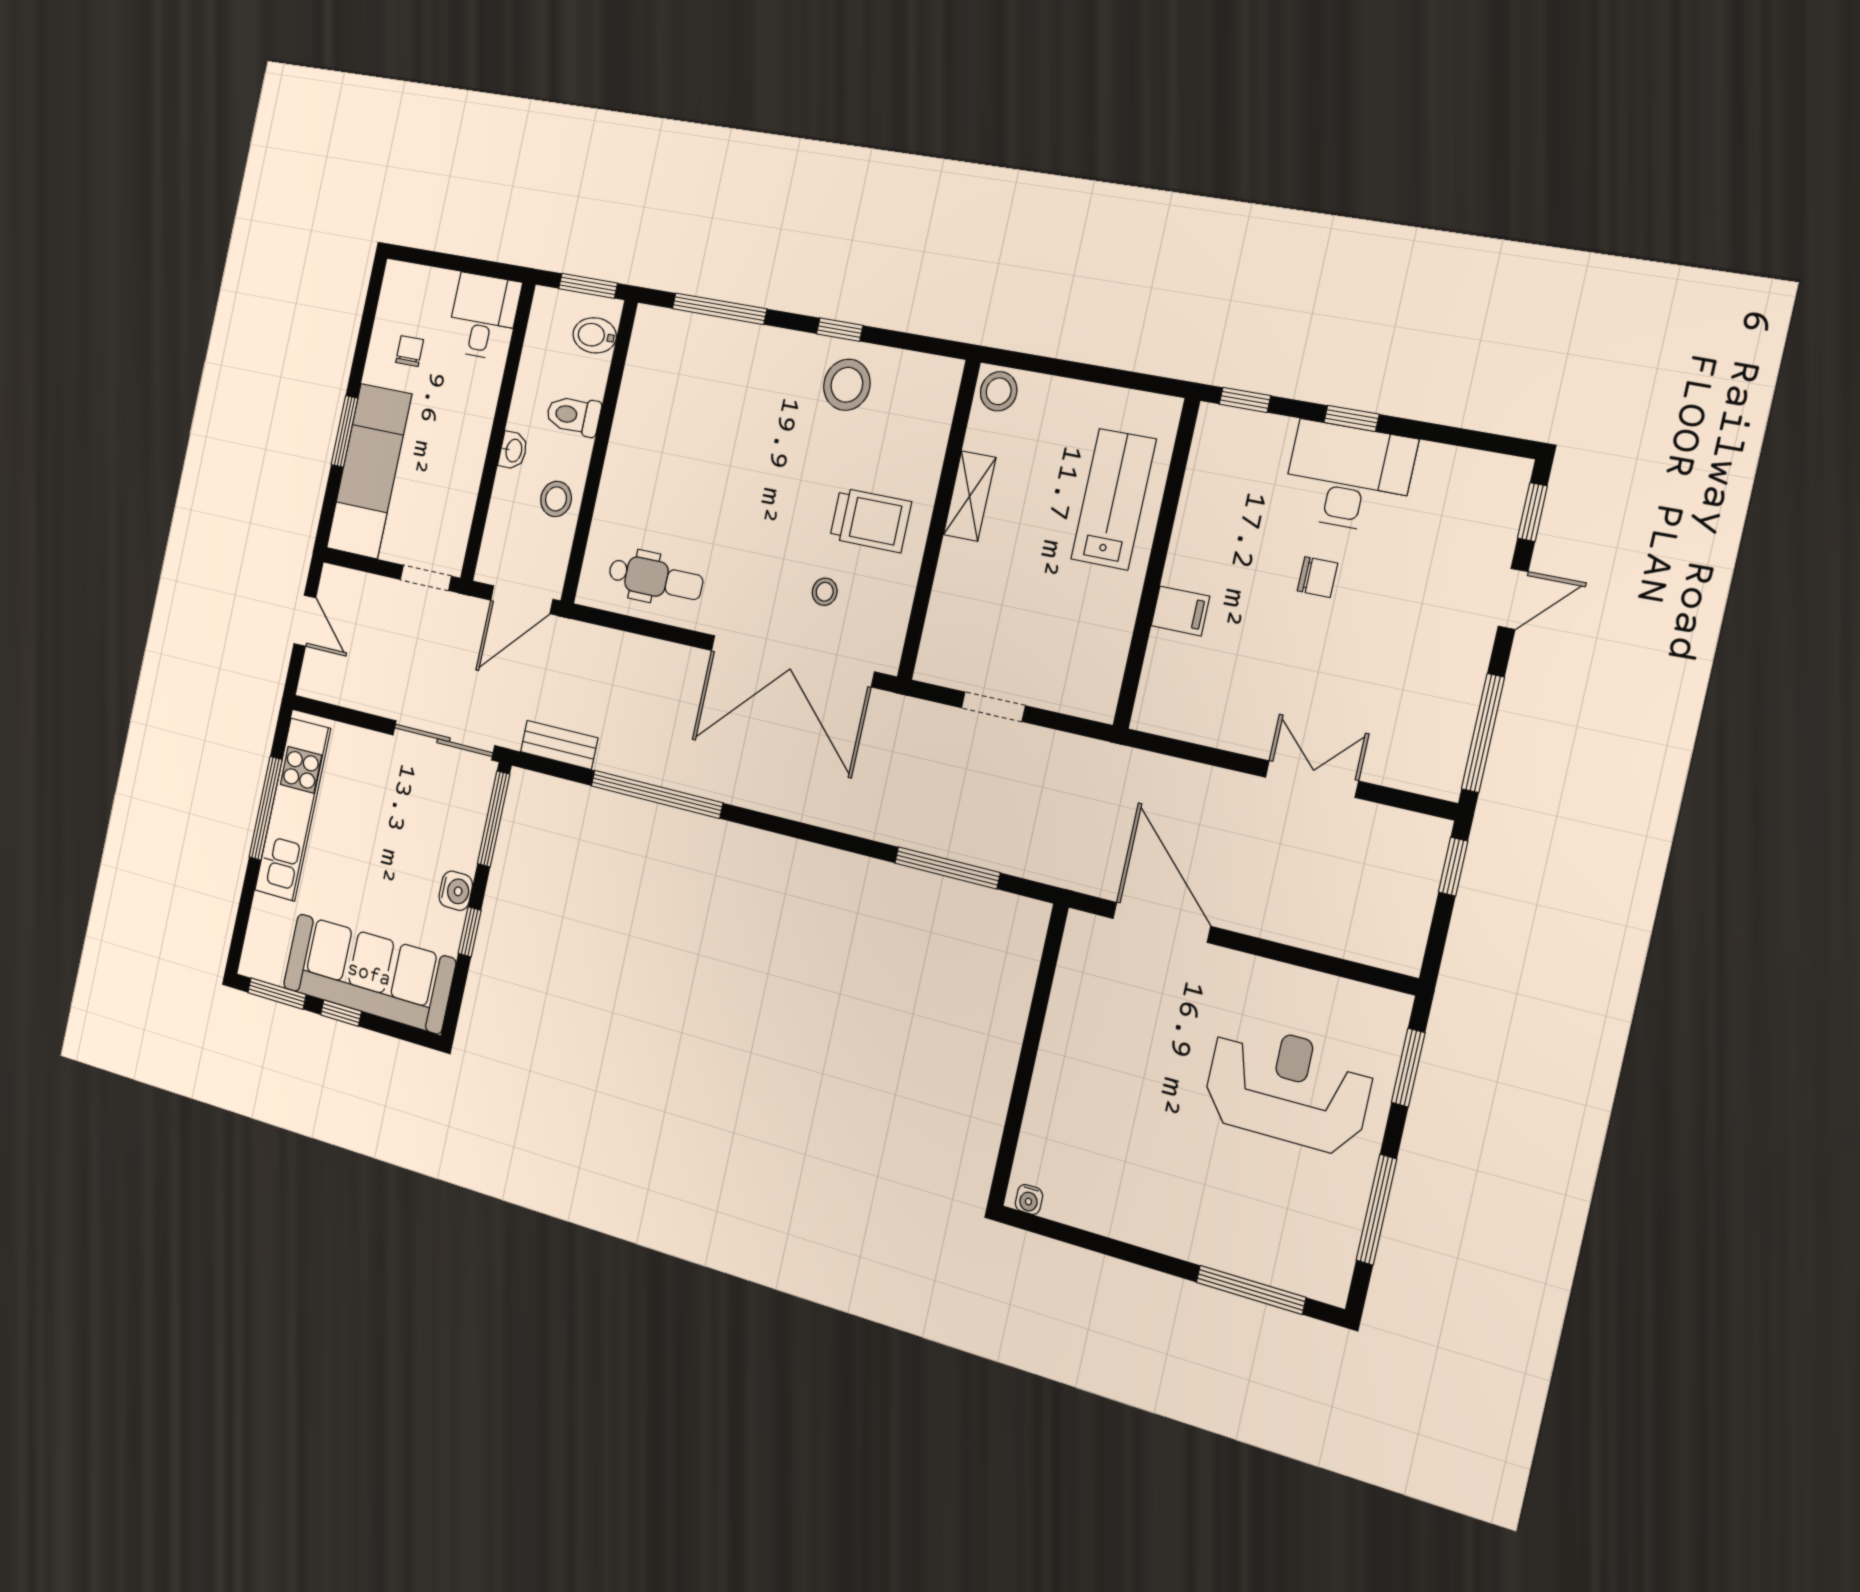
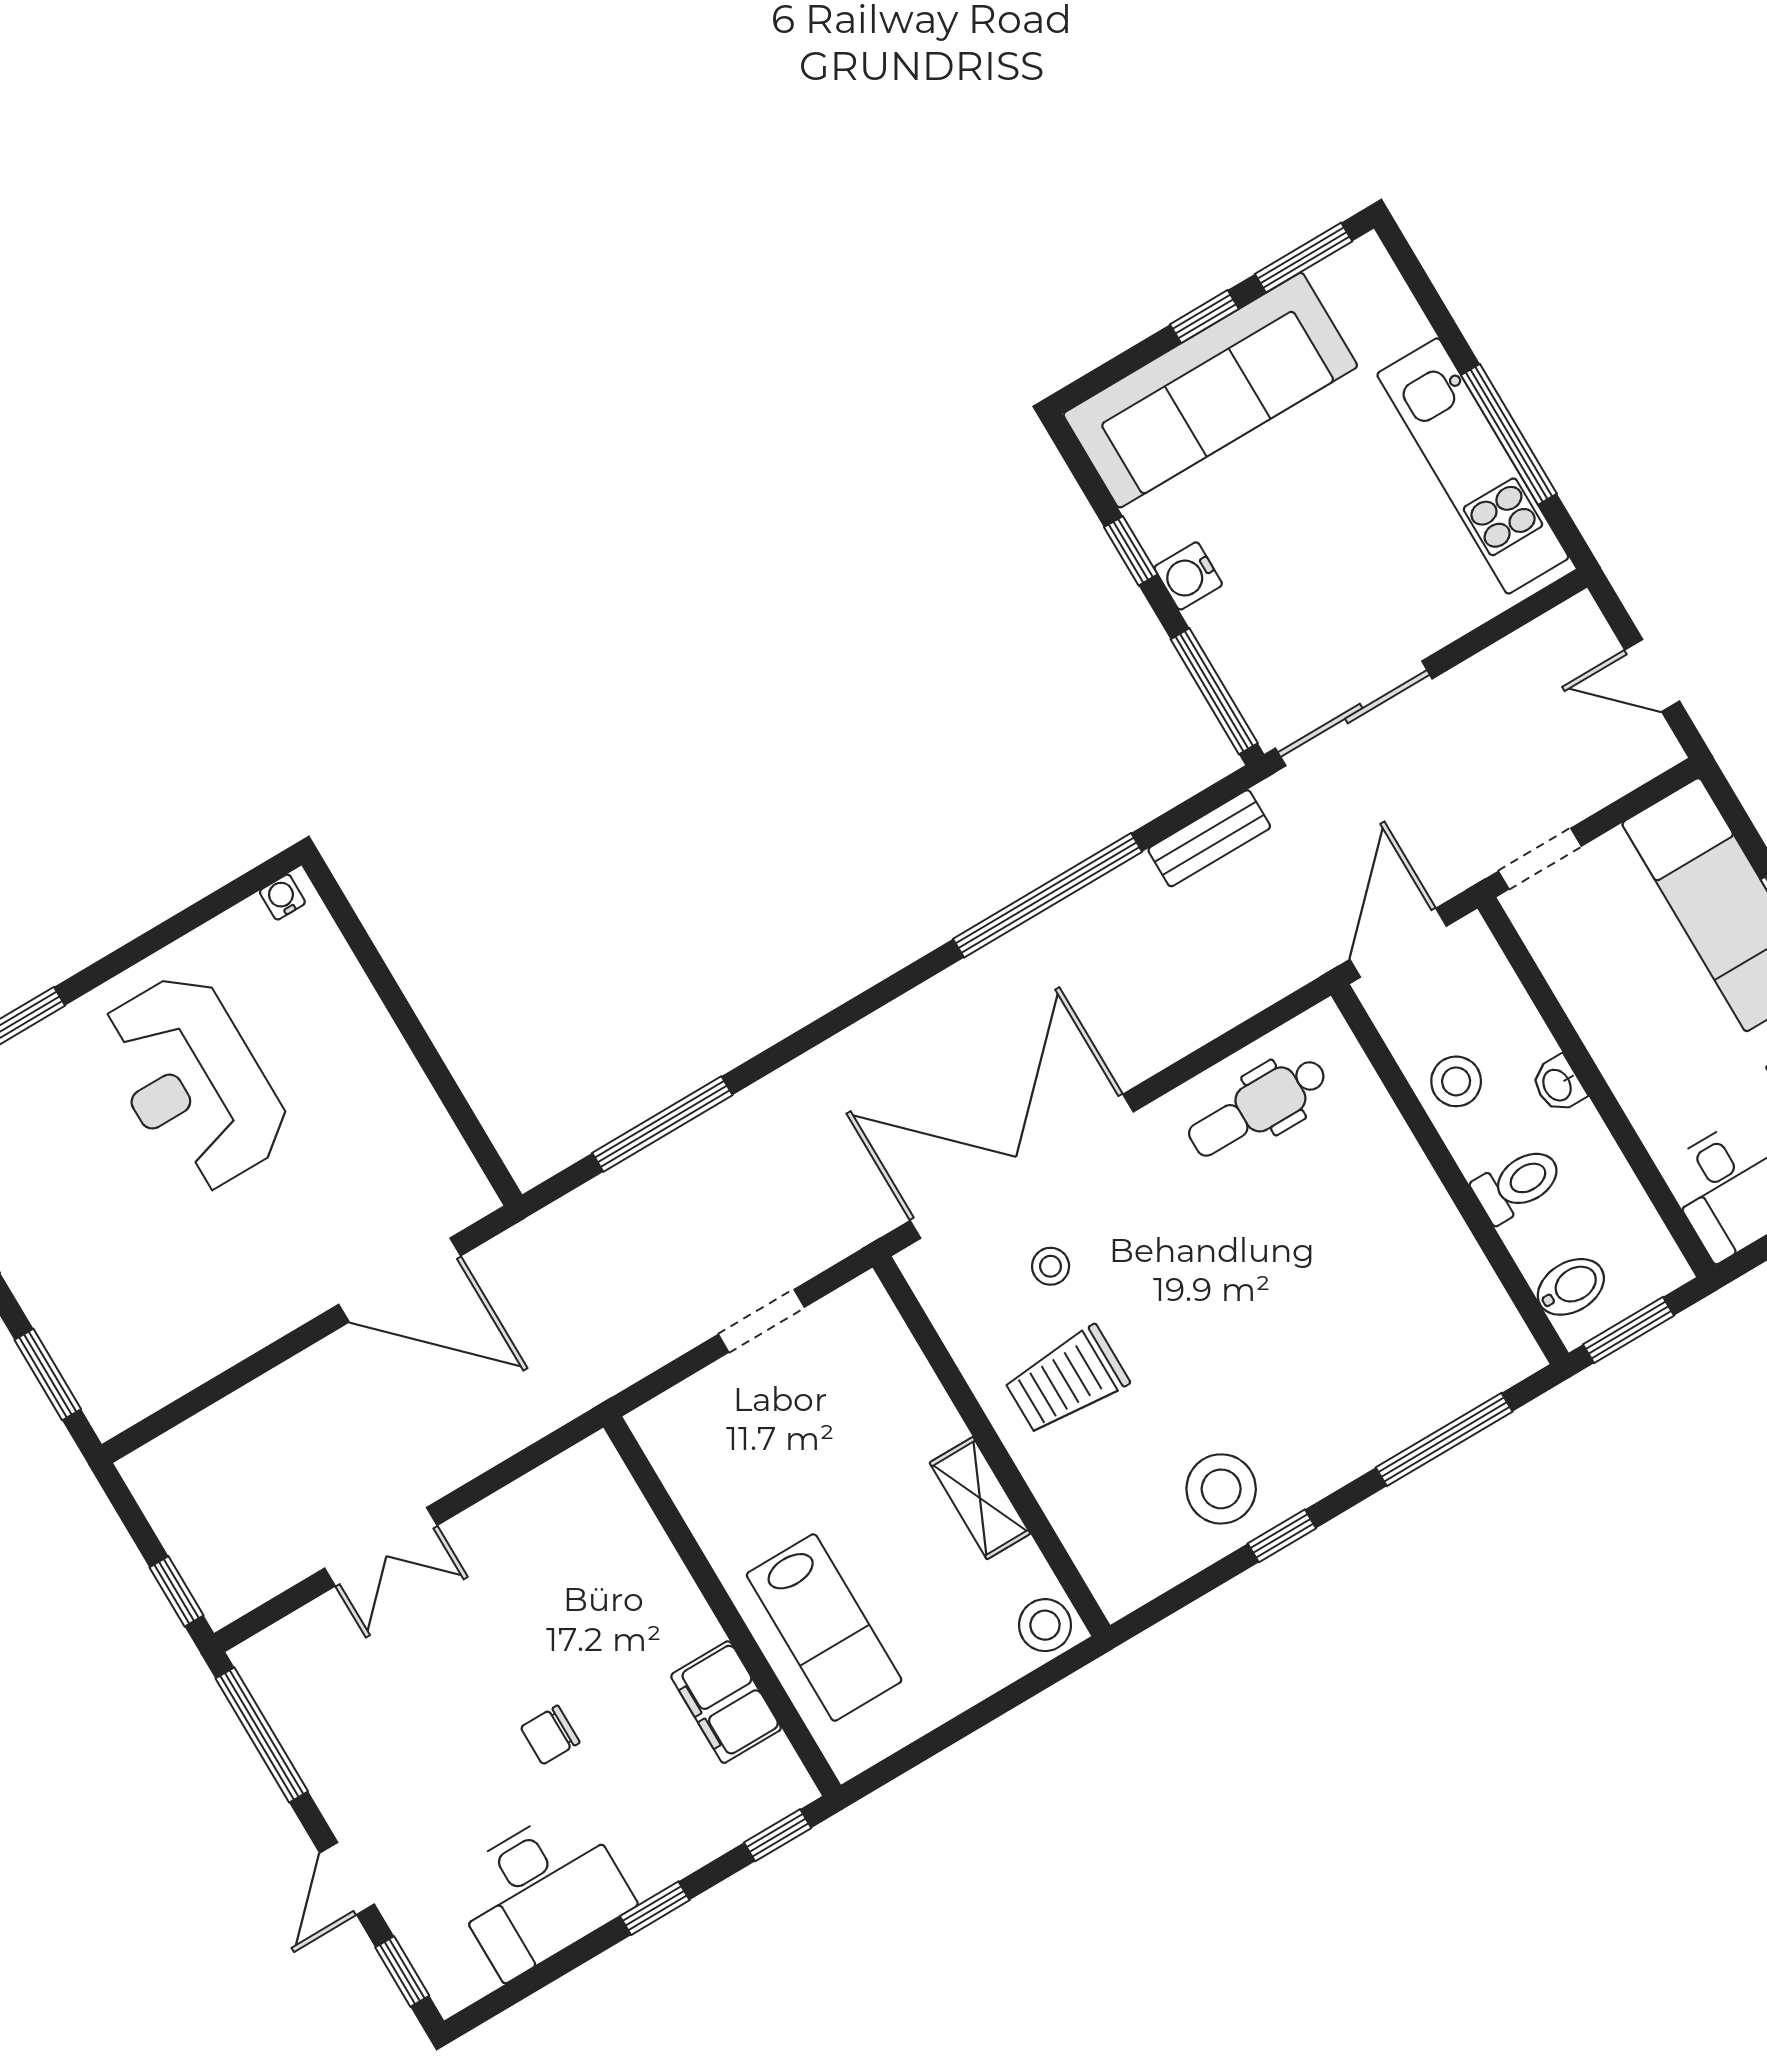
desk: (1349, 477) -> (540, 1892), moved
filing cabinet: (1180, 611) -> (726, 1702), moved, width x2.00
reception desk: (1288, 1088) -> (193, 1082), moved, turned 90

